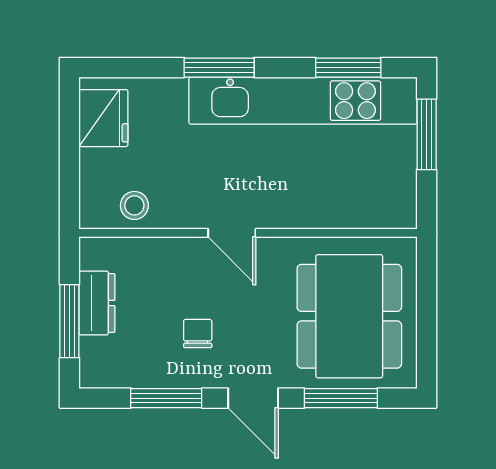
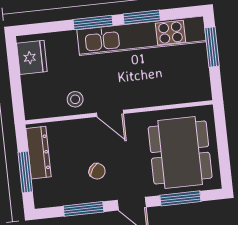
window: (348, 68) -> (142, 17), moved
stool: (134, 205) -> (75, 99), moved
dresser: (97, 303) -> (39, 153), width x1.44
chair: (198, 334) -> (97, 171), turned 126

